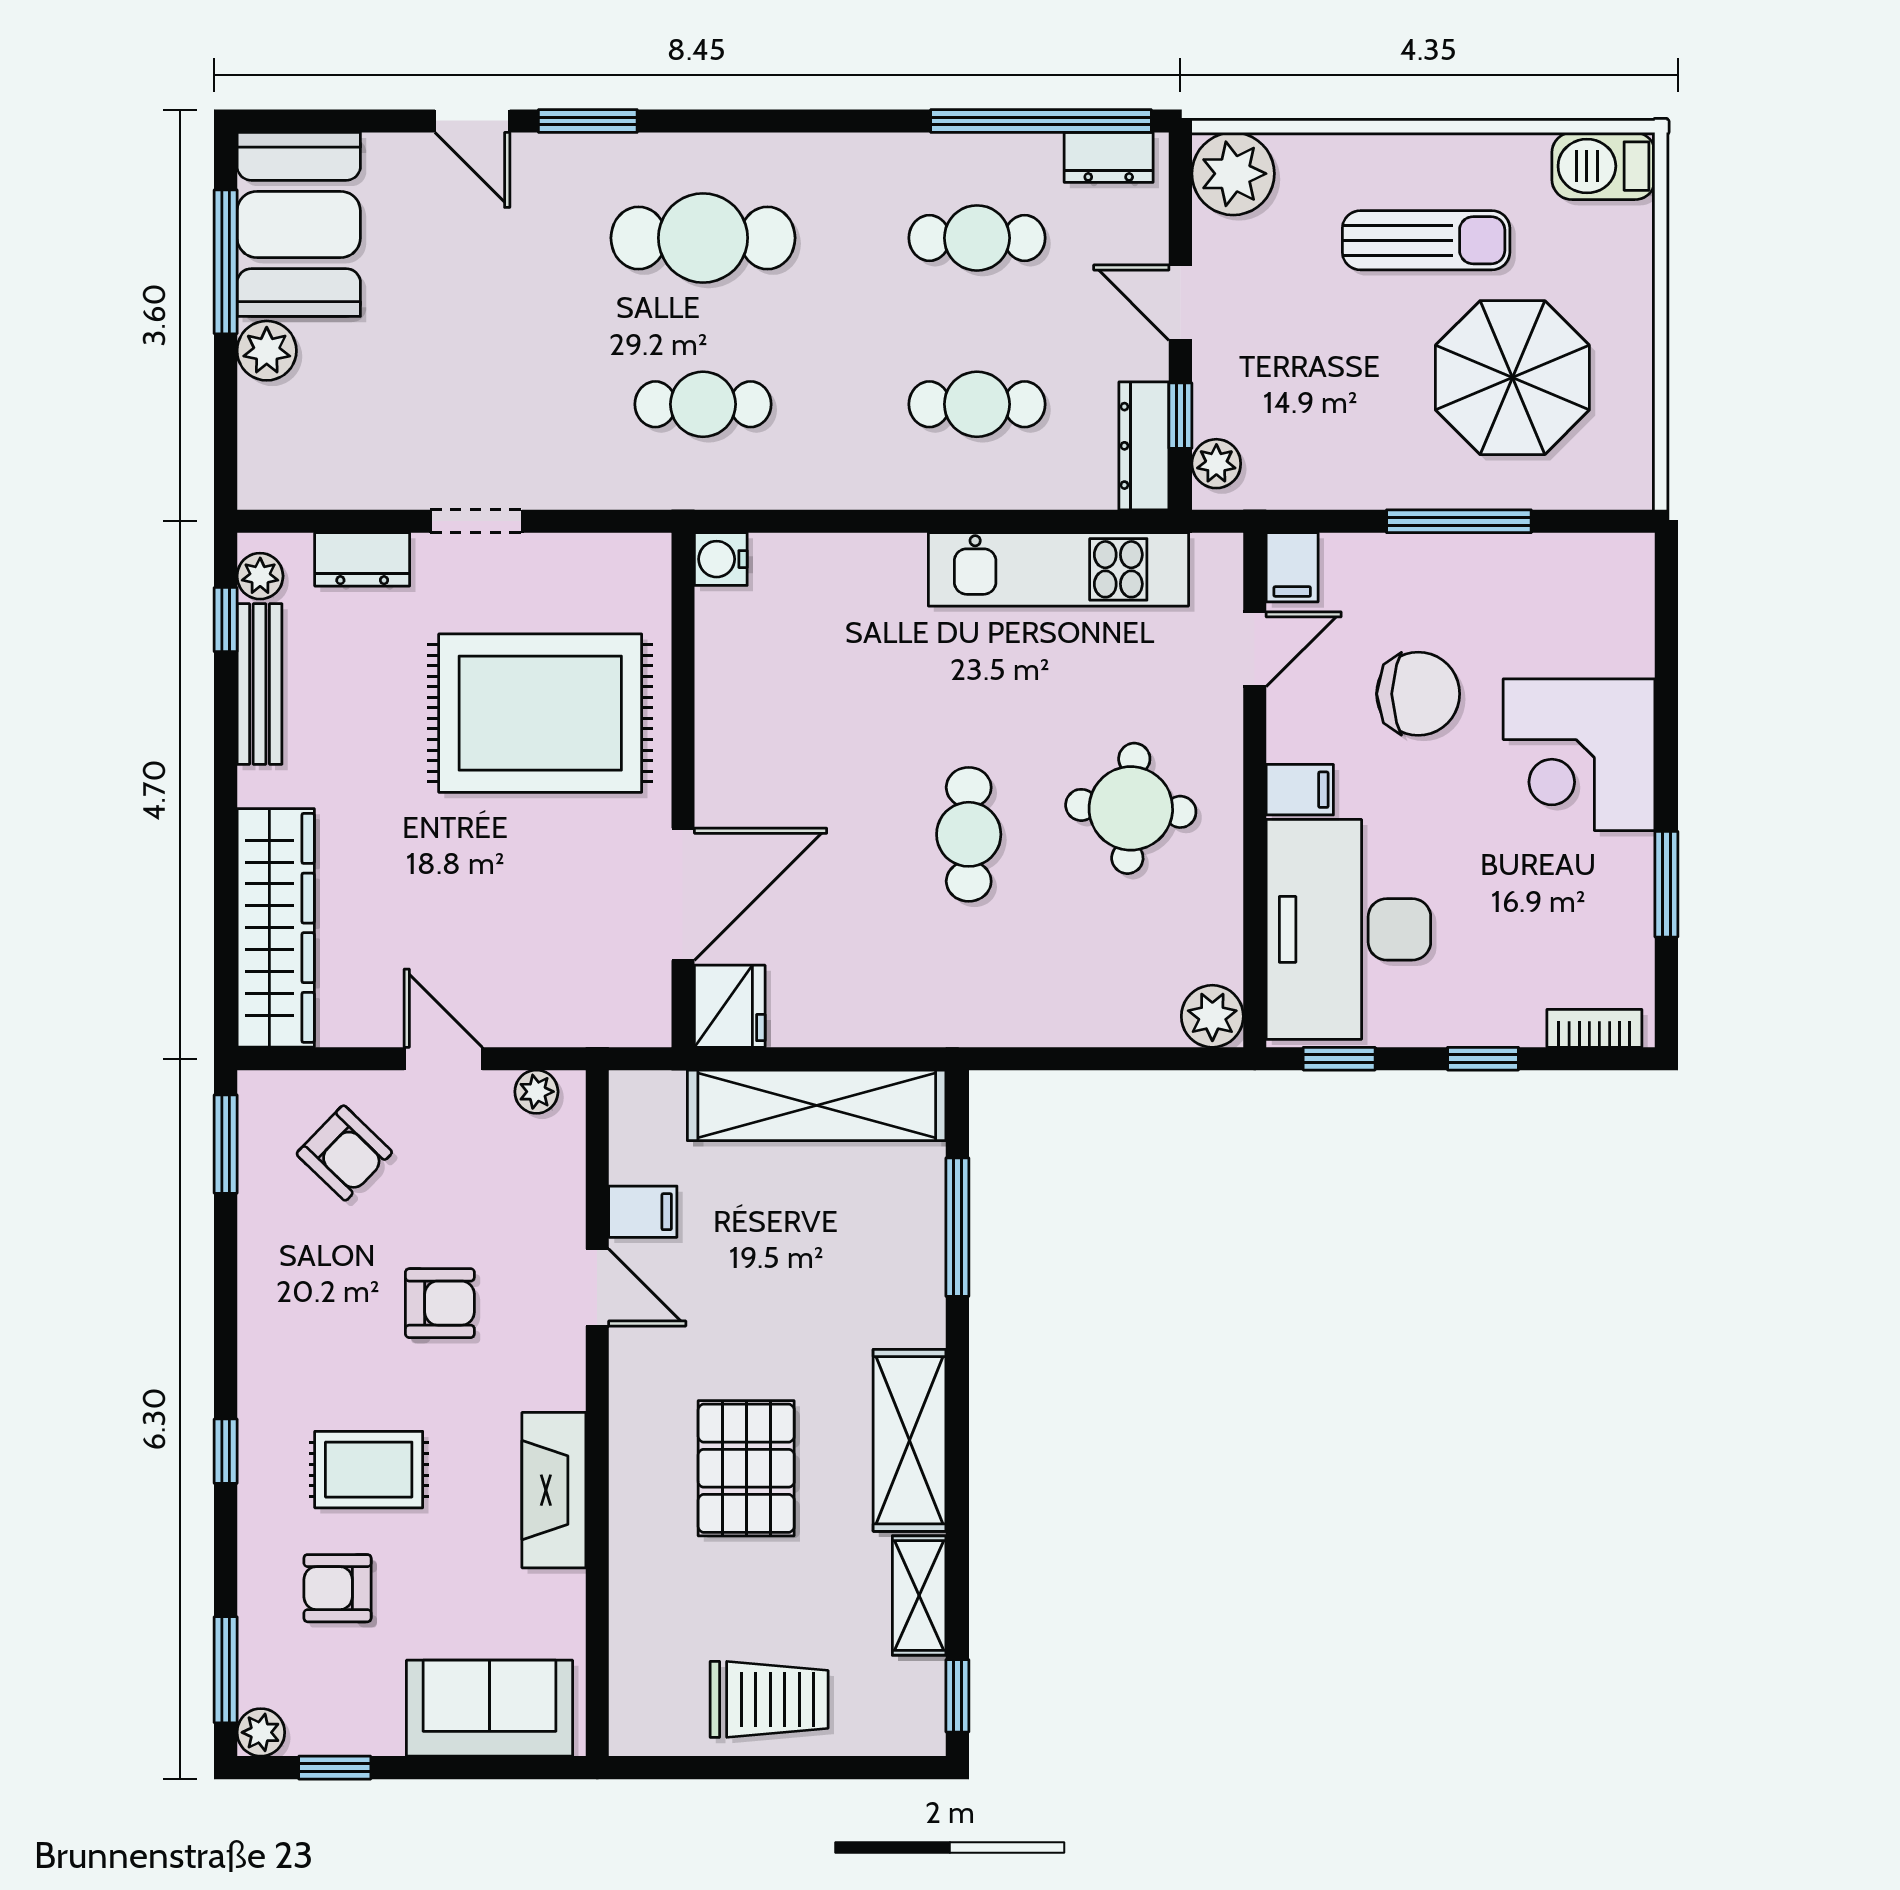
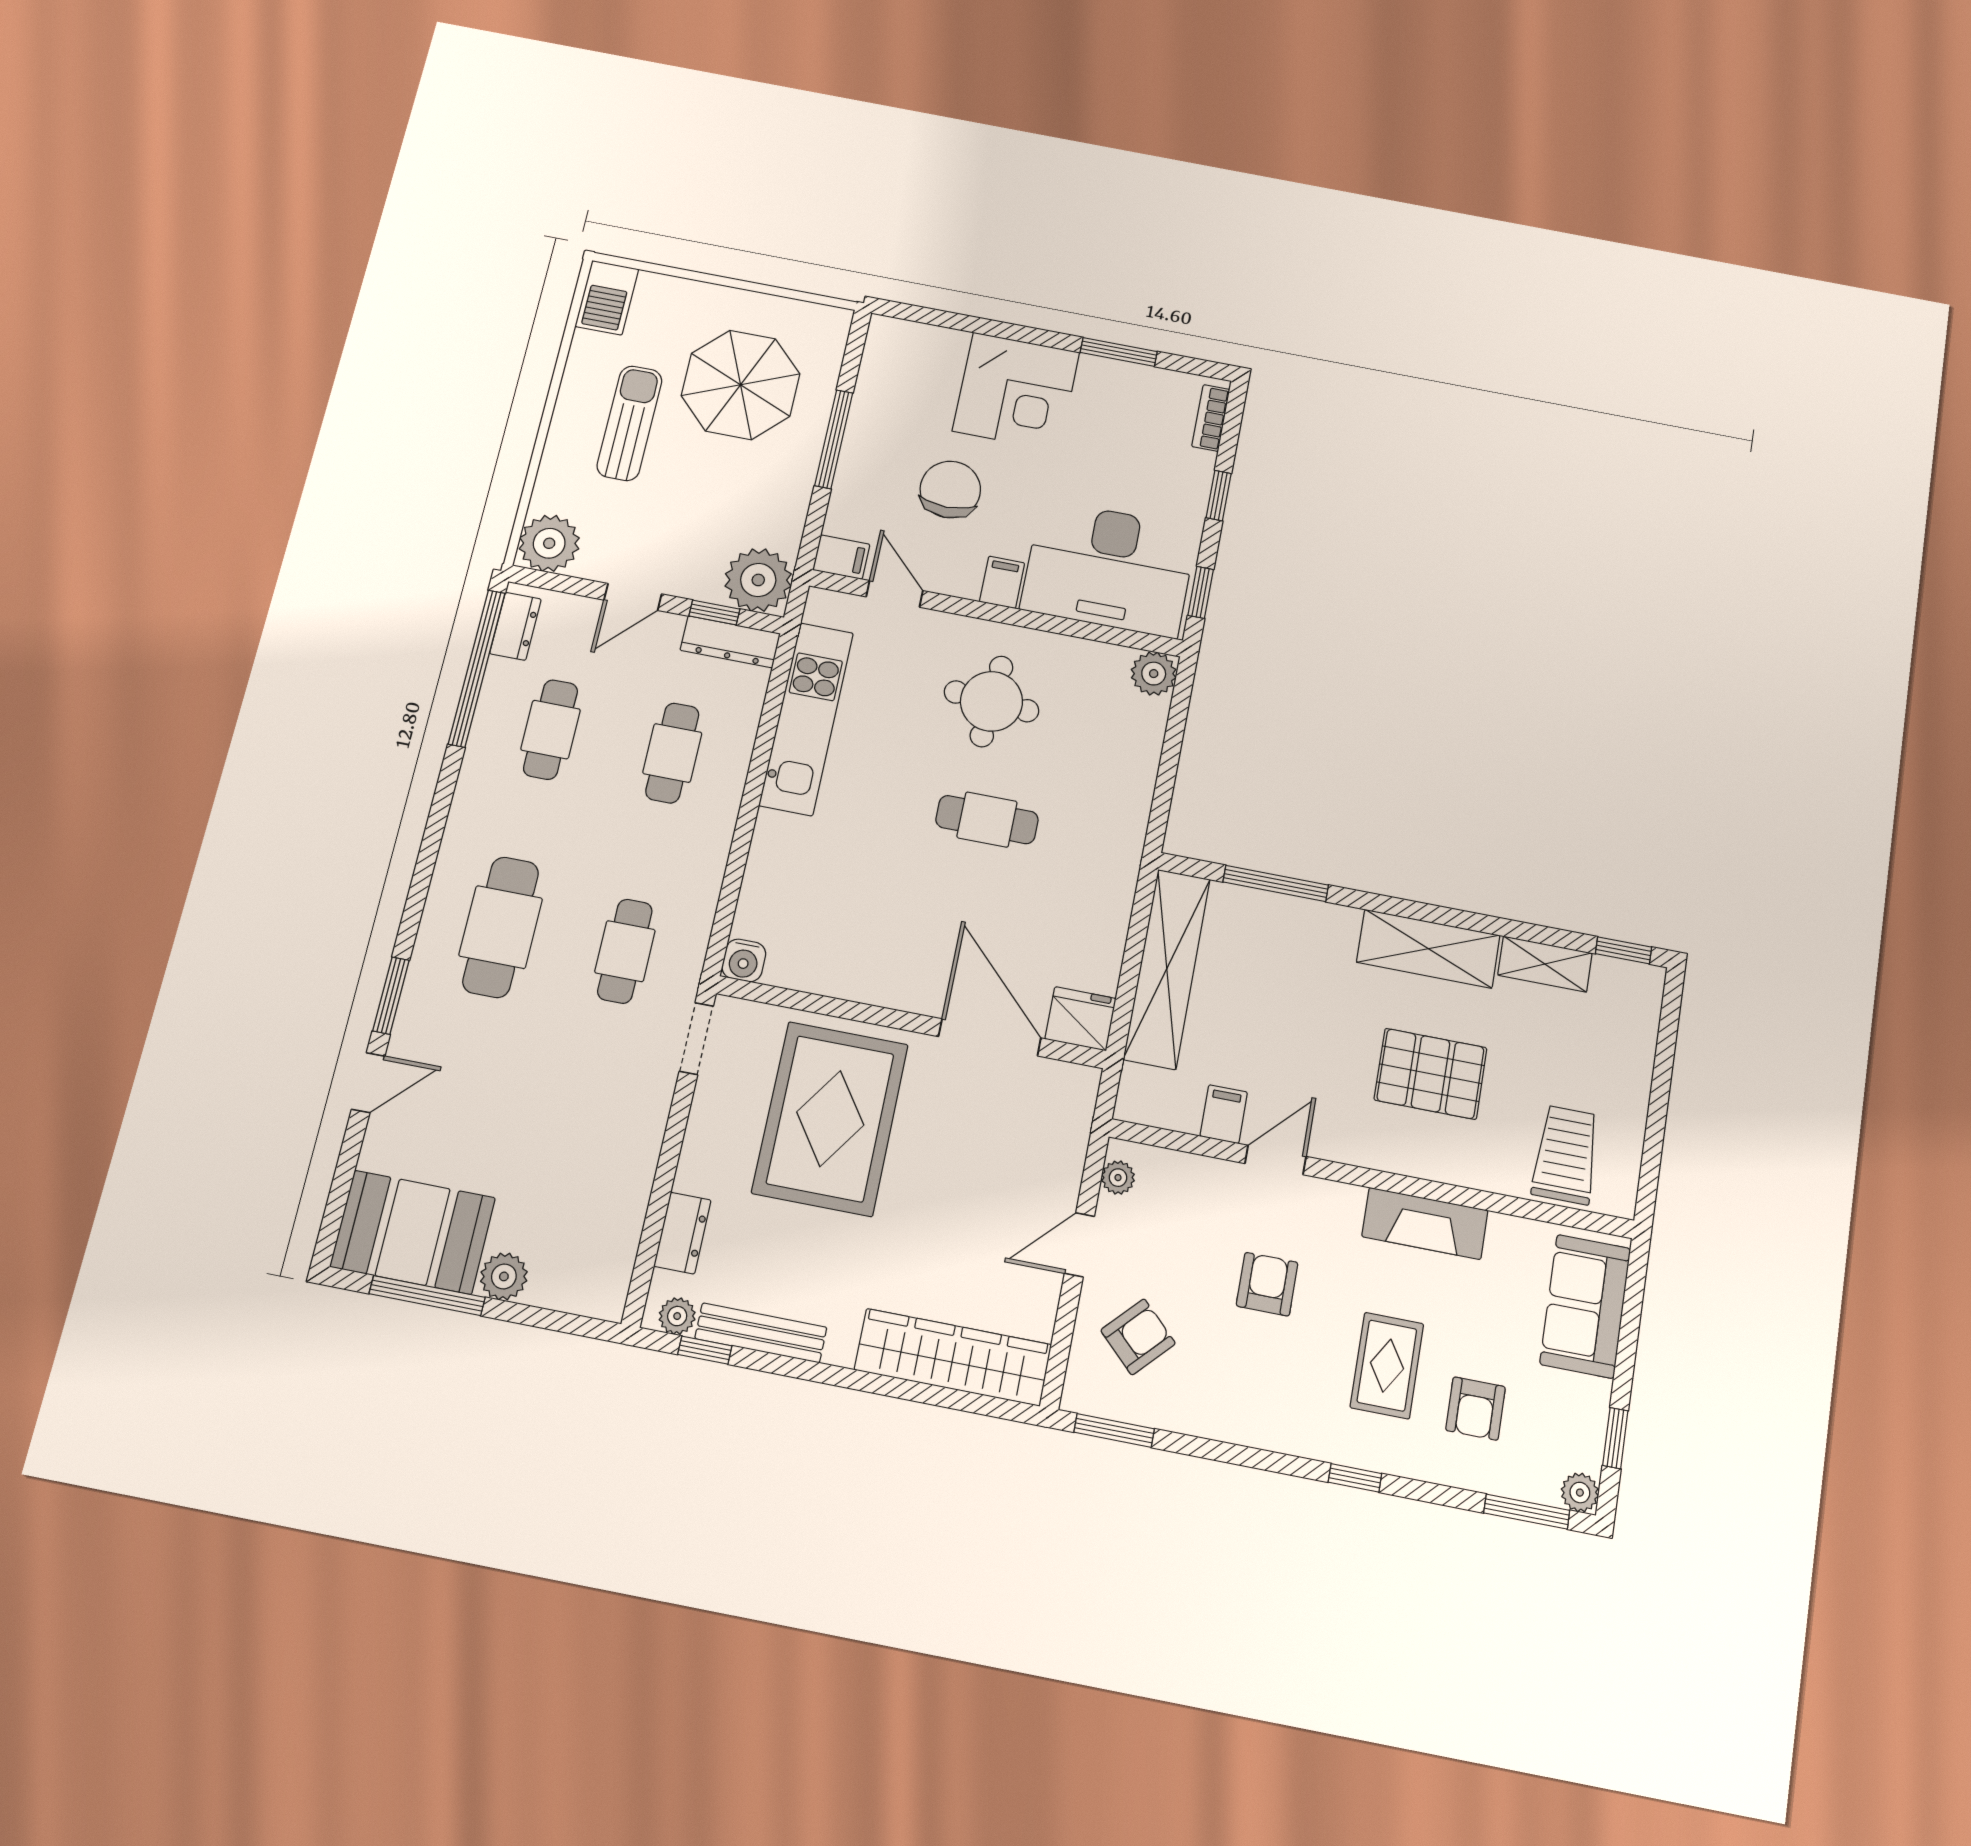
plant: (1216, 464) -> (758, 580), width x1.87, depth x1.87
doorway: (476, 521) -> (696, 1039), moved
trolley: (769, 1699) -> (1566, 1155), moved

